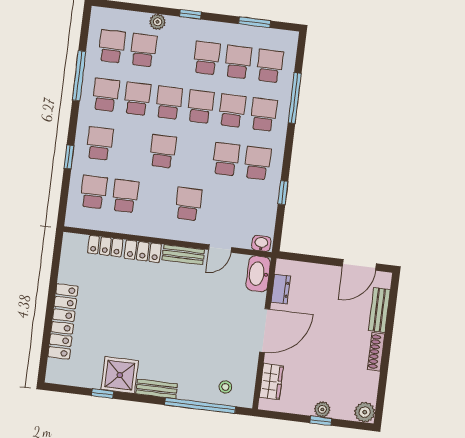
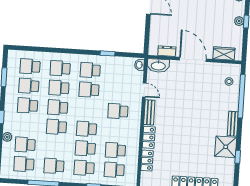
window: (295, 98) -> (49, 50), removed
school desk: (137, 99) -> (85, 148), moved

